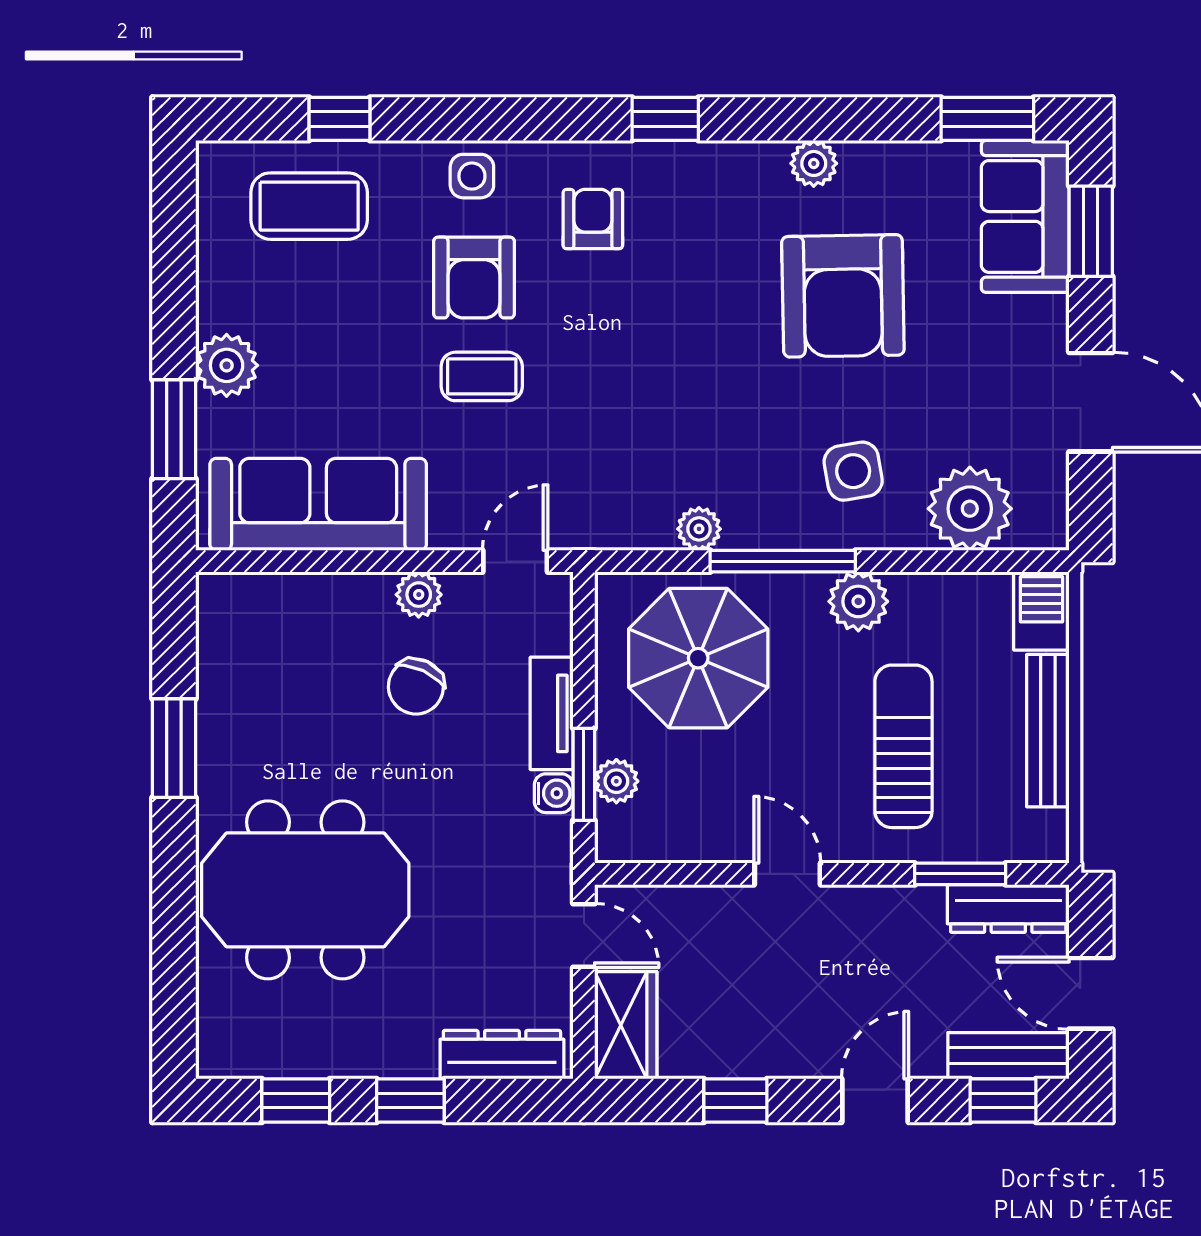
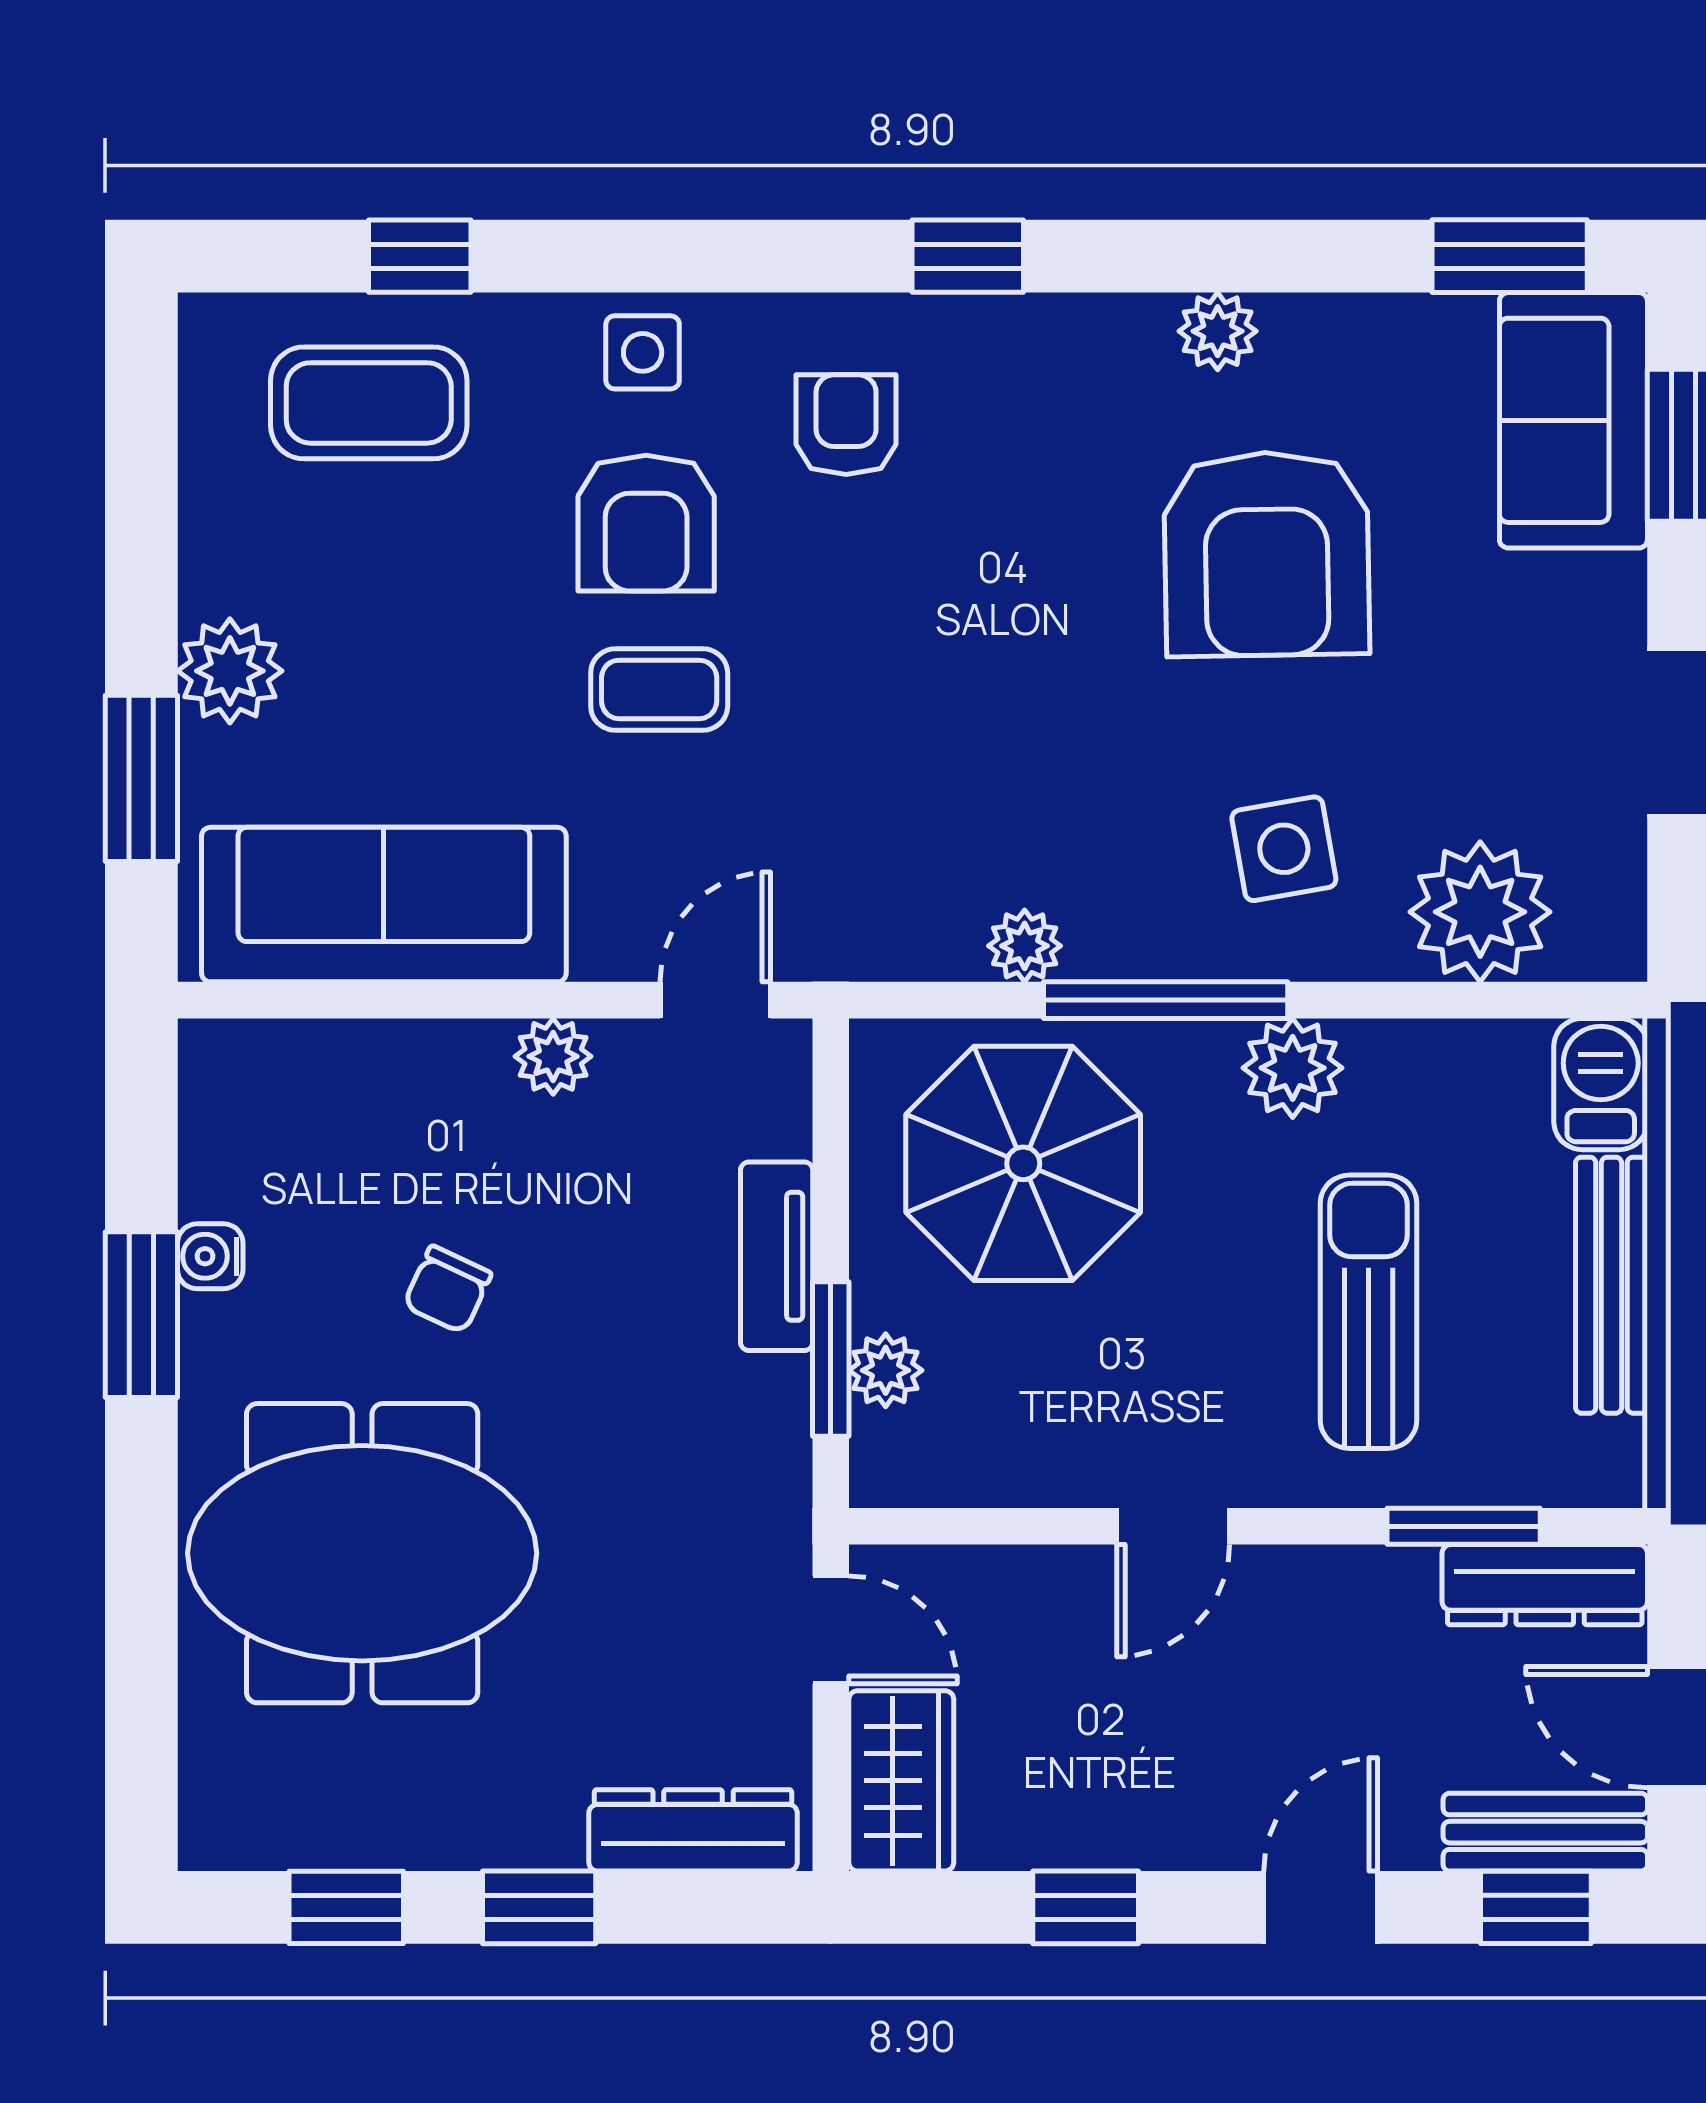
chair: (416, 687) -> (447, 1289), moved, width x0.73, depth x0.73
water cooler: (554, 793) -> (210, 1256), moved, turned 180
door: (787, 874) -> (1173, 1526), swing flipped

